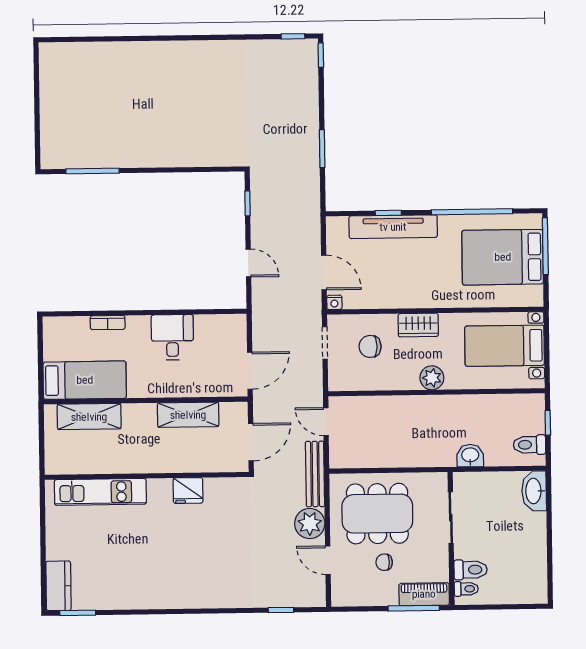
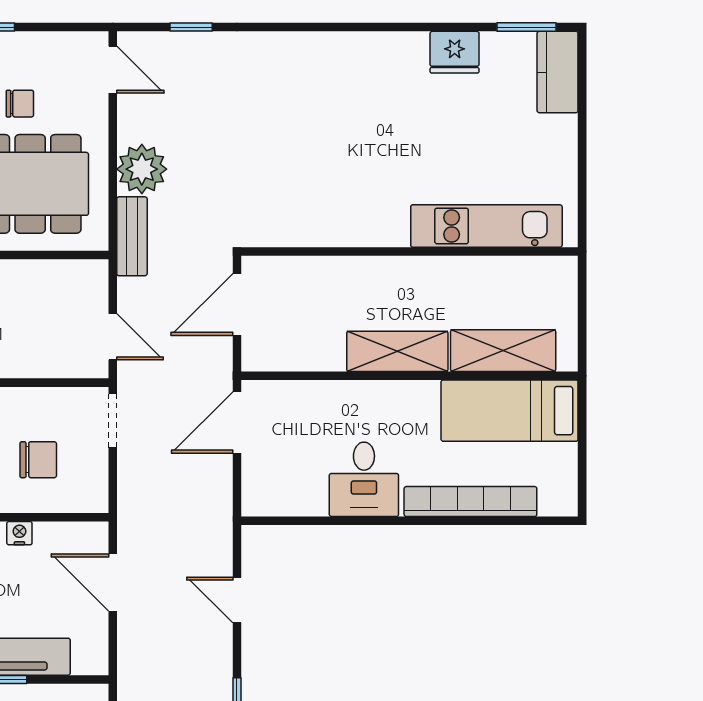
nightstand: (334, 302) -> (19, 533), moved
bookcase: (108, 323) -> (470, 501), width x2.31, depth x1.31
doorway: (325, 343) -> (113, 421), moved
shelving: (188, 415) -> (397, 351), moved
bench: (315, 474) -> (132, 236), width x0.73
fridge: (188, 490) -> (455, 52), moved, turned 180
door: (328, 560) -> (113, 70), moved

